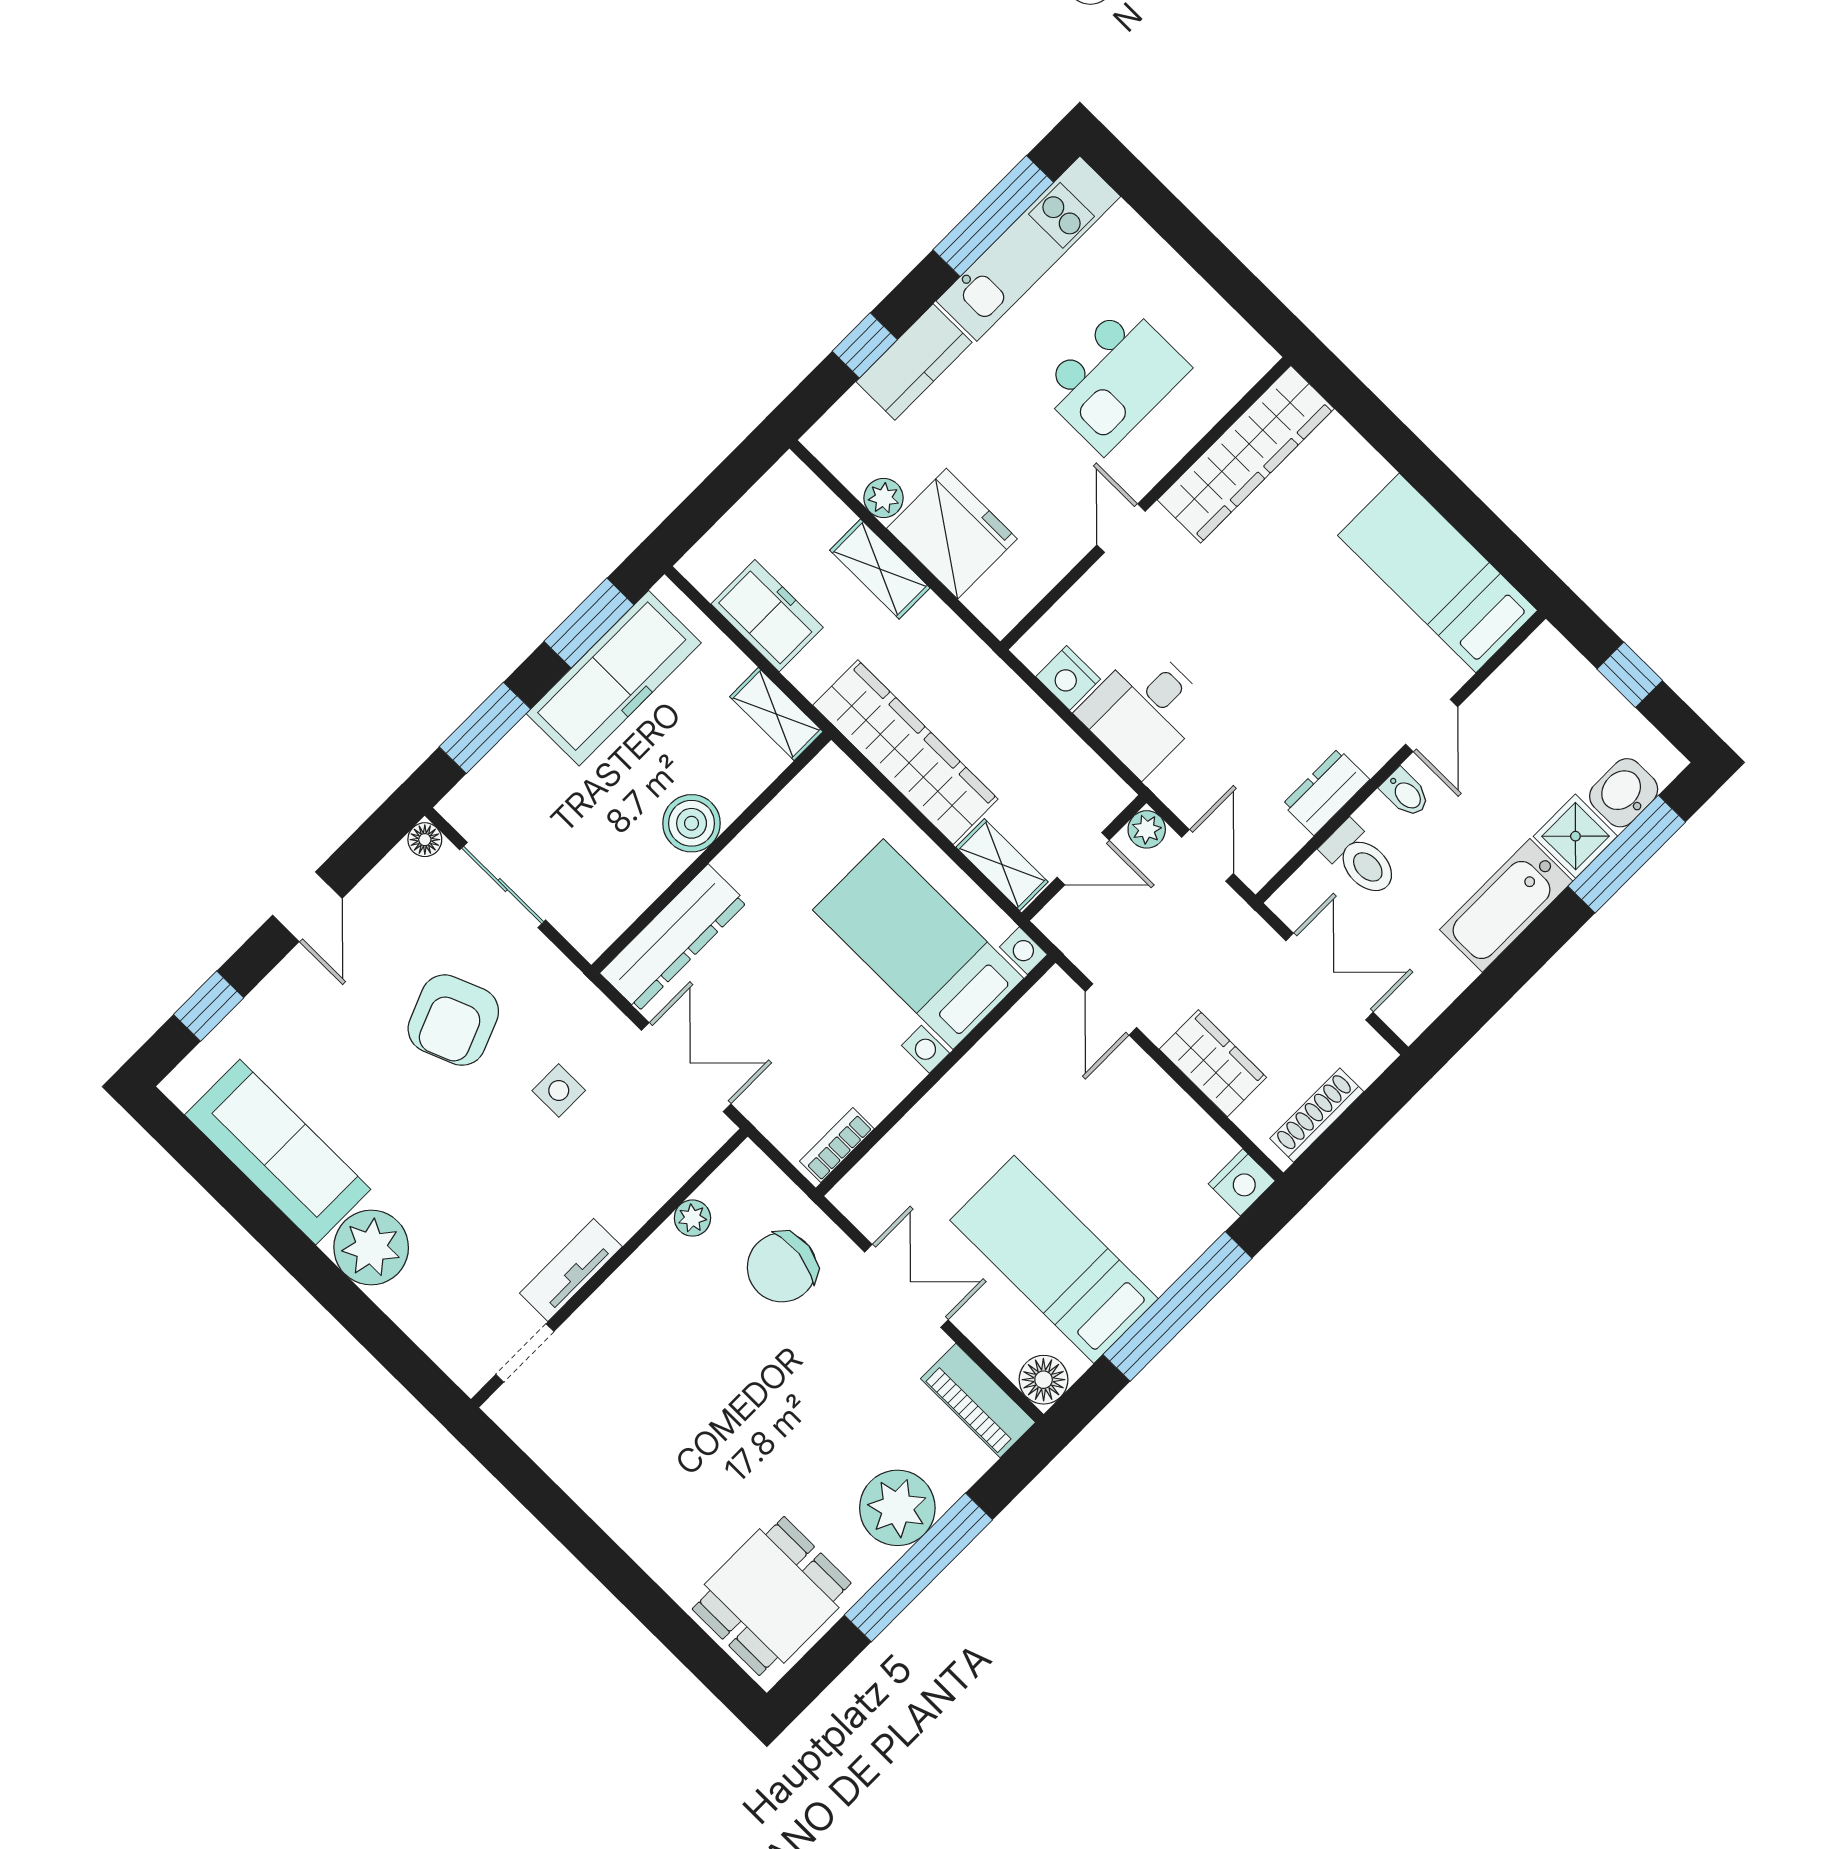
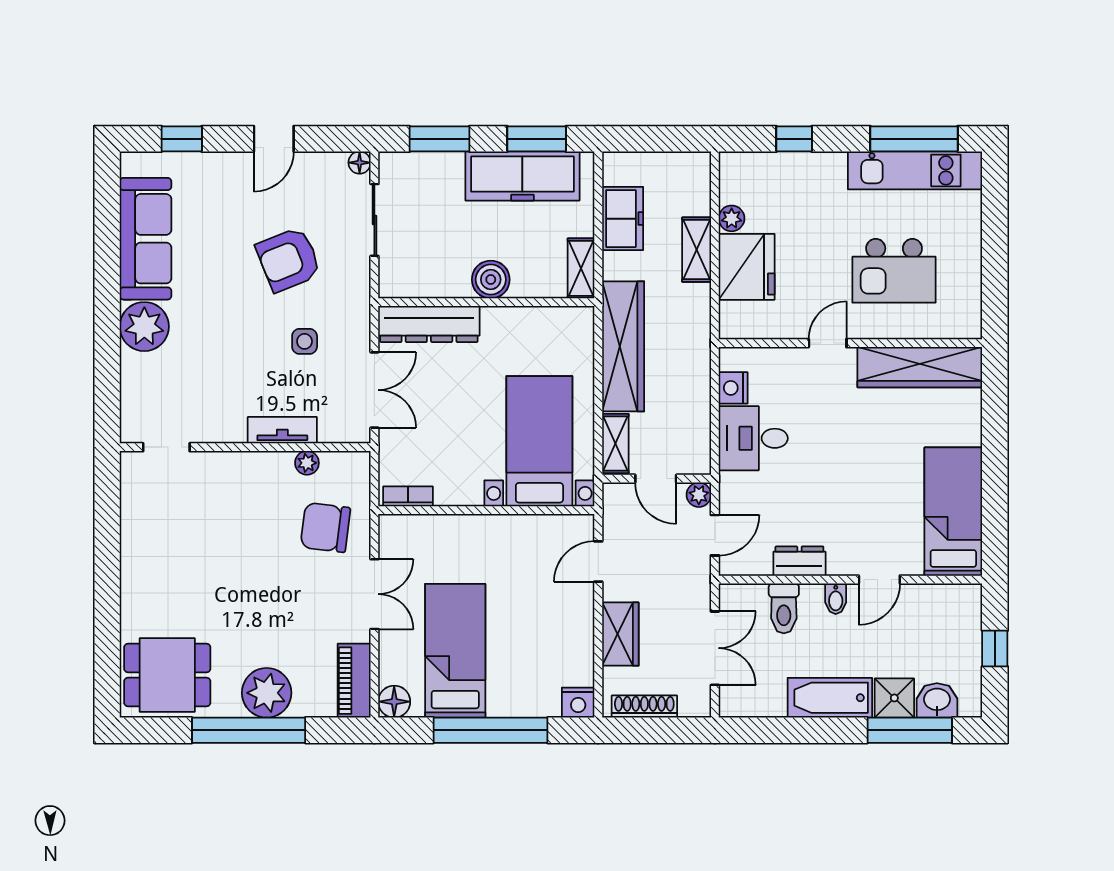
kitchen counter: (914, 362) -> (809, 170), removed
tv unit: (571, 1270) -> (282, 430), moved

